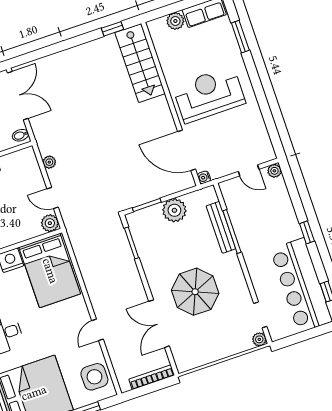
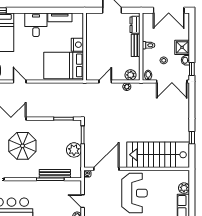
window: (112, 29) -> (192, 138), moved
stairs: (140, 63) -> (158, 155), width x1.36, depth x1.51
door: (249, 170) -> (83, 201), hinge flipped
plant: (50, 223) -> (131, 75), moved

